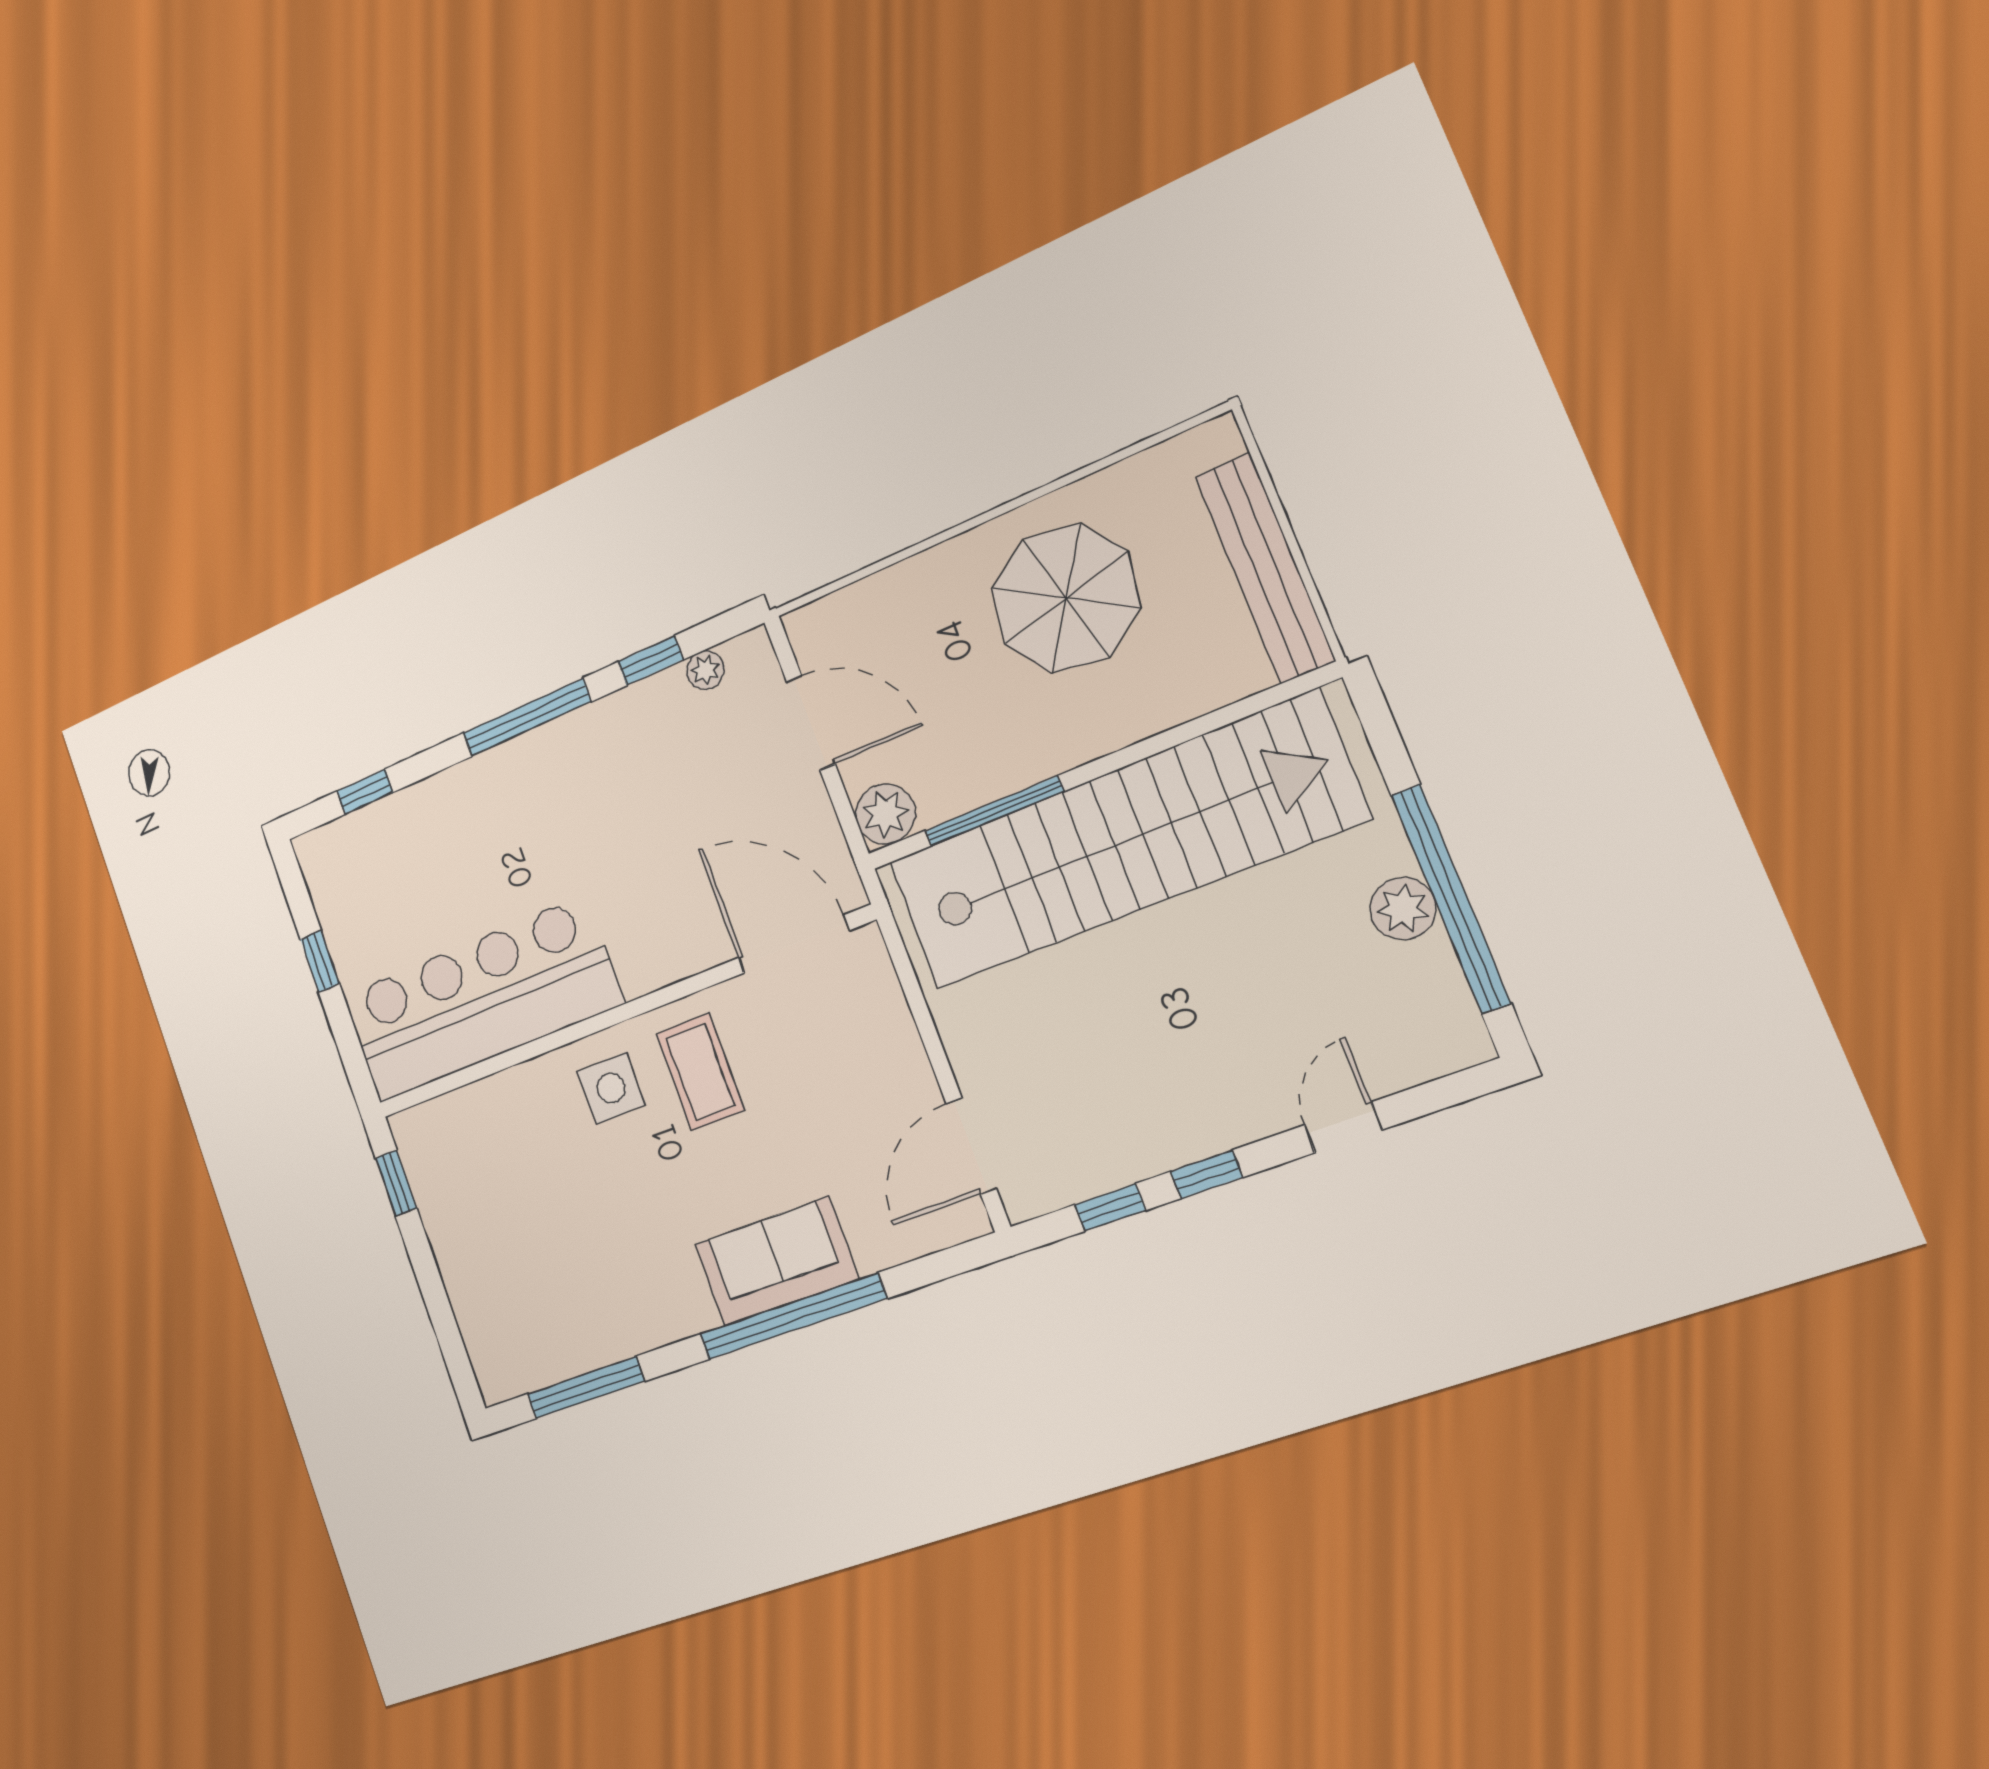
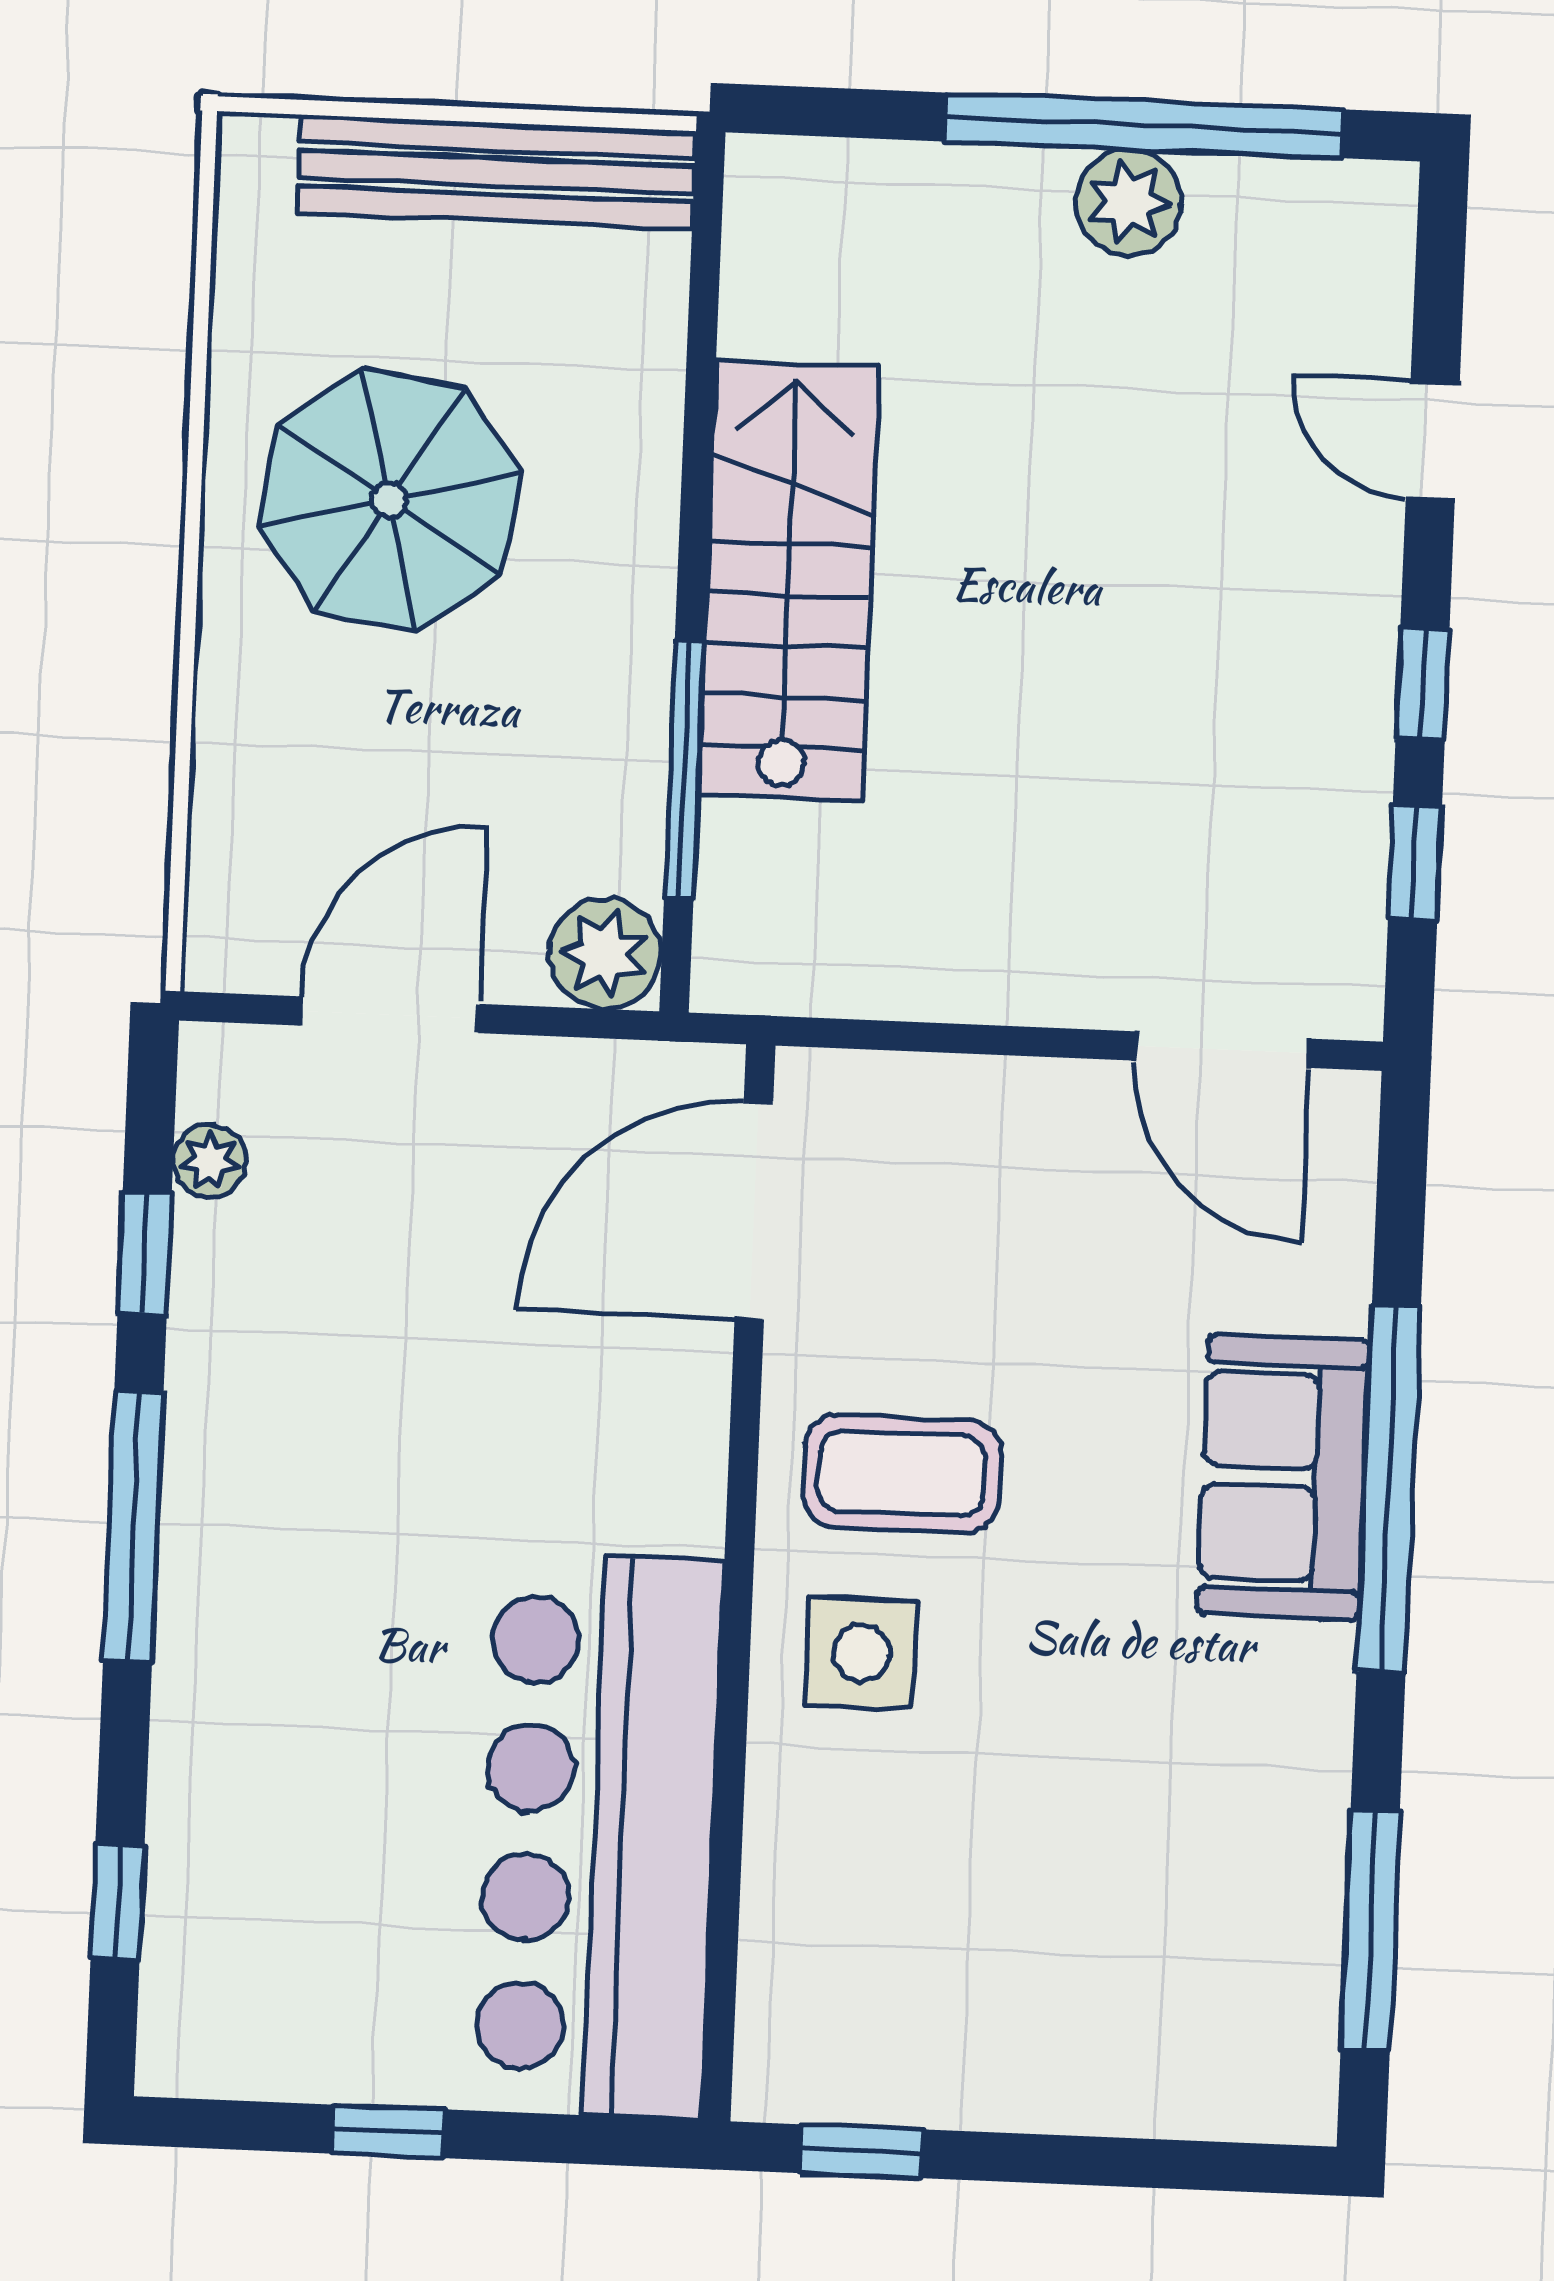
stairs: (1123, 842) -> (789, 580), width x0.54, depth x0.66

